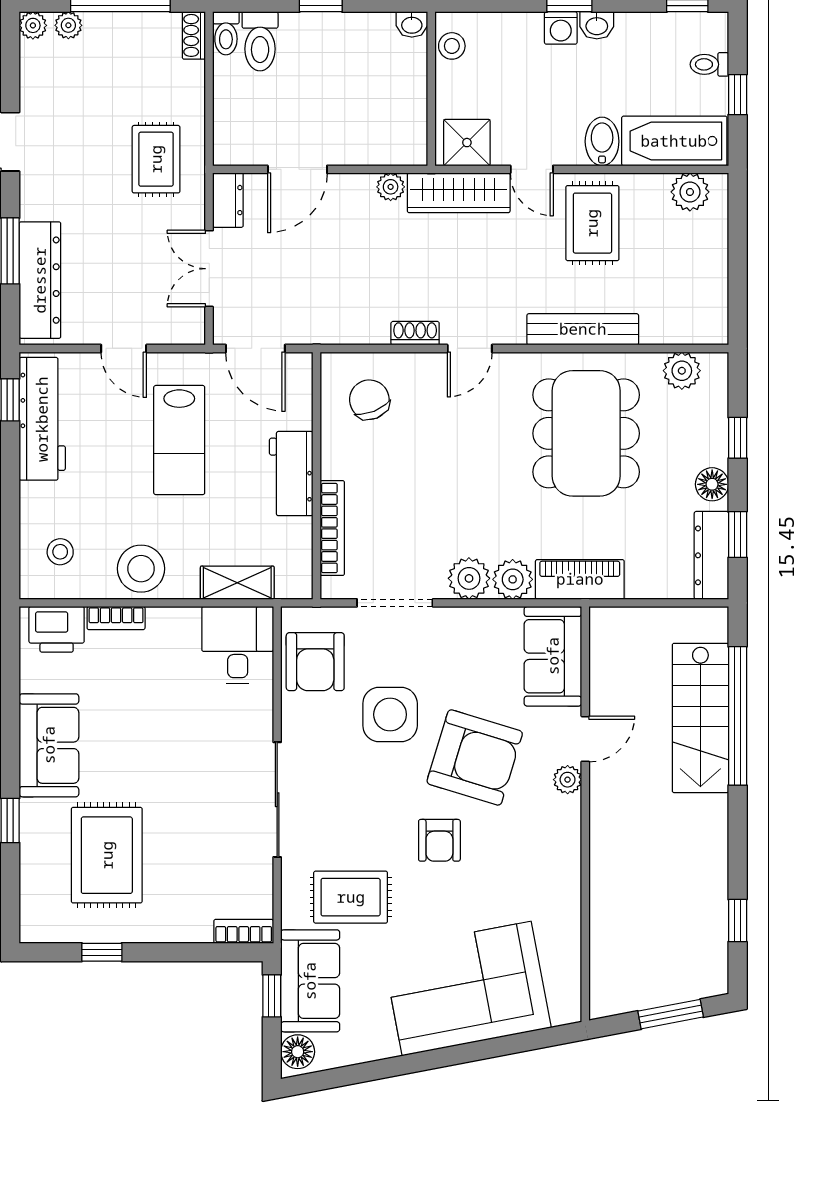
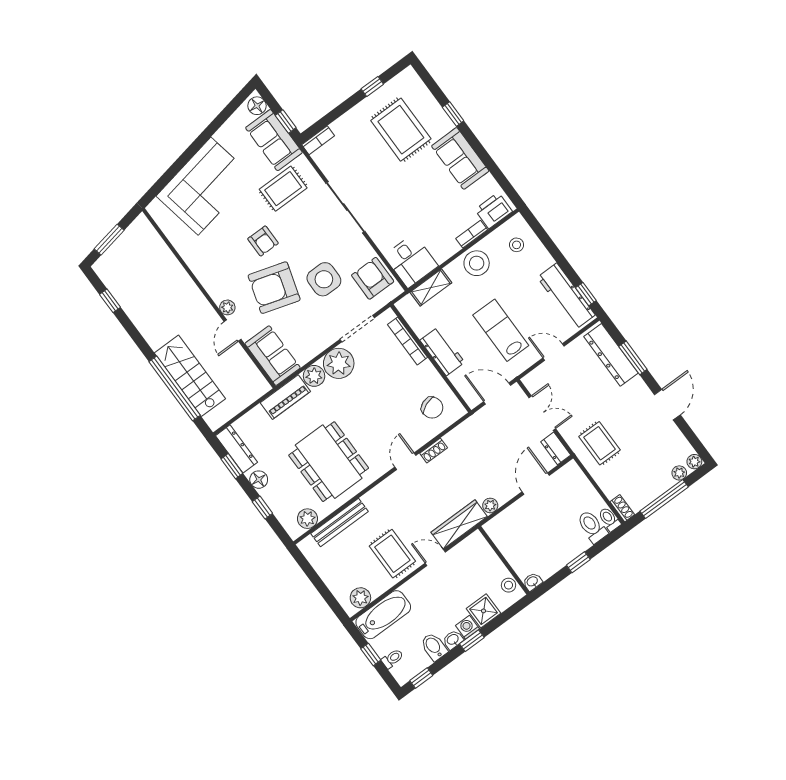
bidet: (602, 141) -> (434, 647), moved, turned 180
shower: (467, 143) -> (483, 611), moved
bench: (583, 329) -> (339, 522), moved
plant: (469, 578) -> (339, 363), width x1.36, depth x1.36
armchair: (439, 840) -> (263, 241), turned 180

